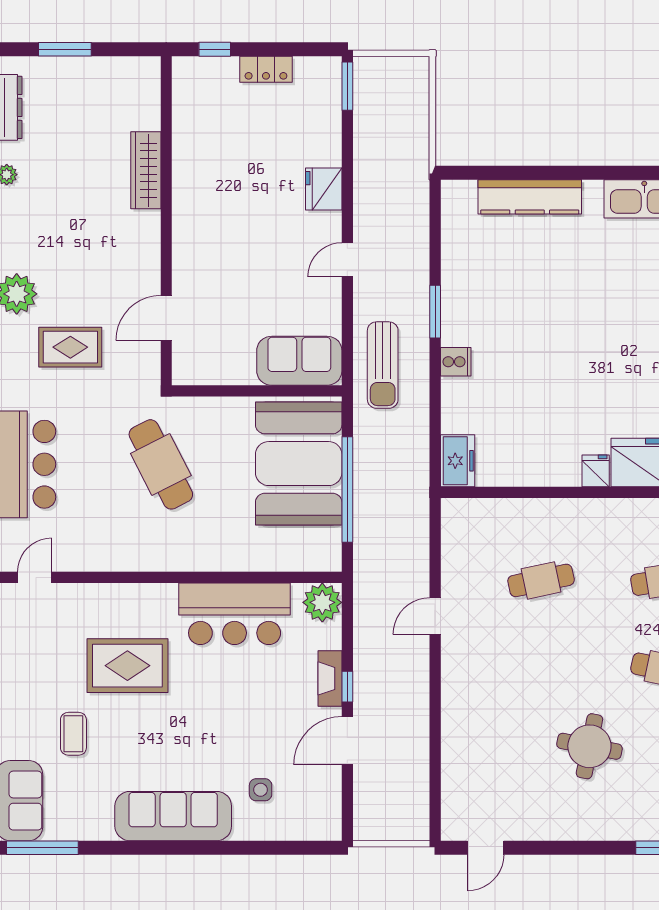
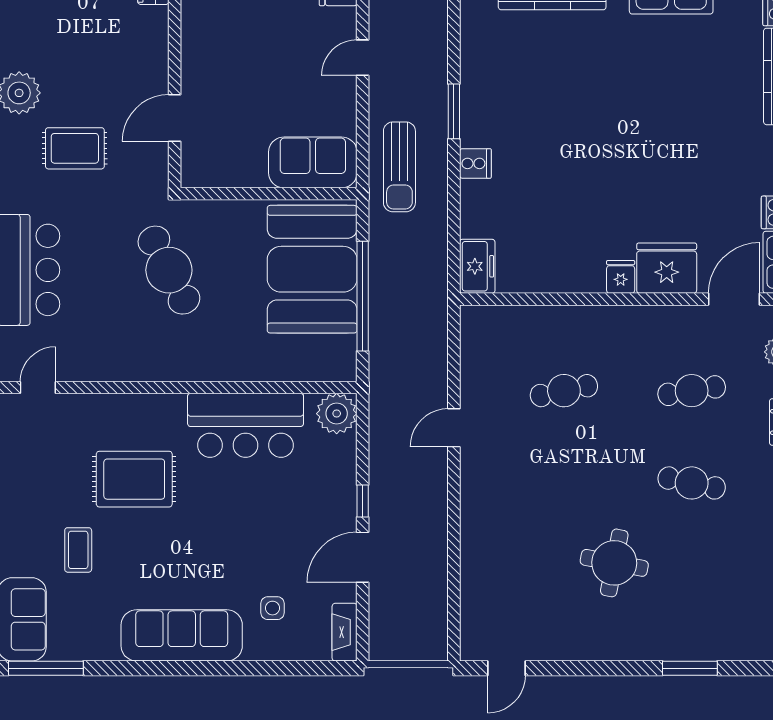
fireplace: (330, 678) -> (345, 632), moved

